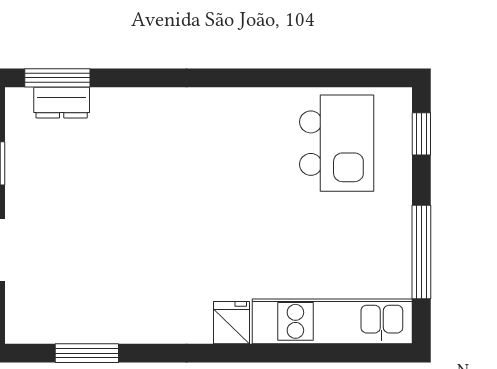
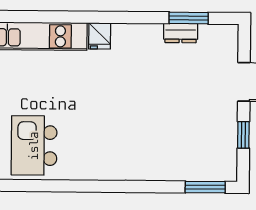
dresser: (62, 103) -> (181, 33), moved, turned 180

